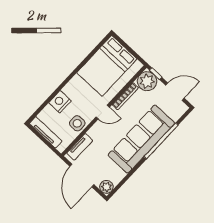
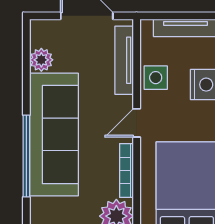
tv unit: (80, 147) -> (124, 60), width x1.41
plant: (106, 187) -> (41, 60), moved

